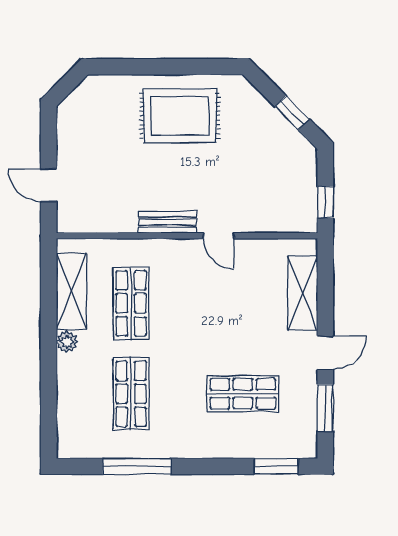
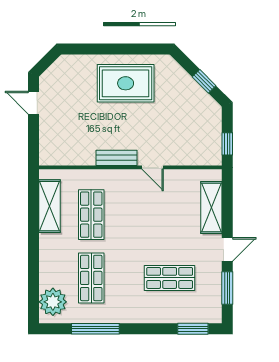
door: (49, 185) -> (34, 103), moved
plant: (67, 342) -> (53, 302), moved, width x1.88, depth x1.88

